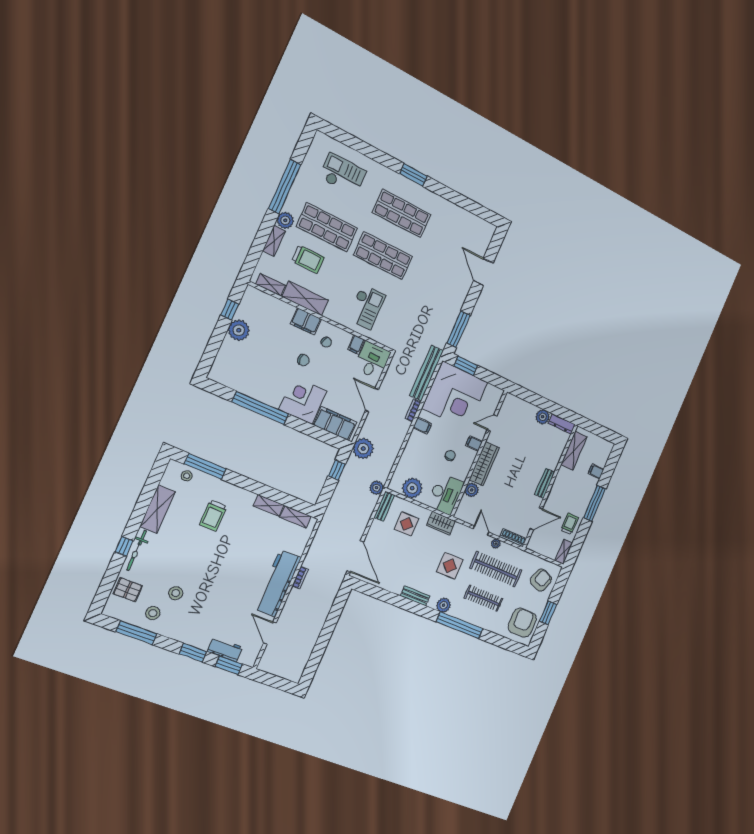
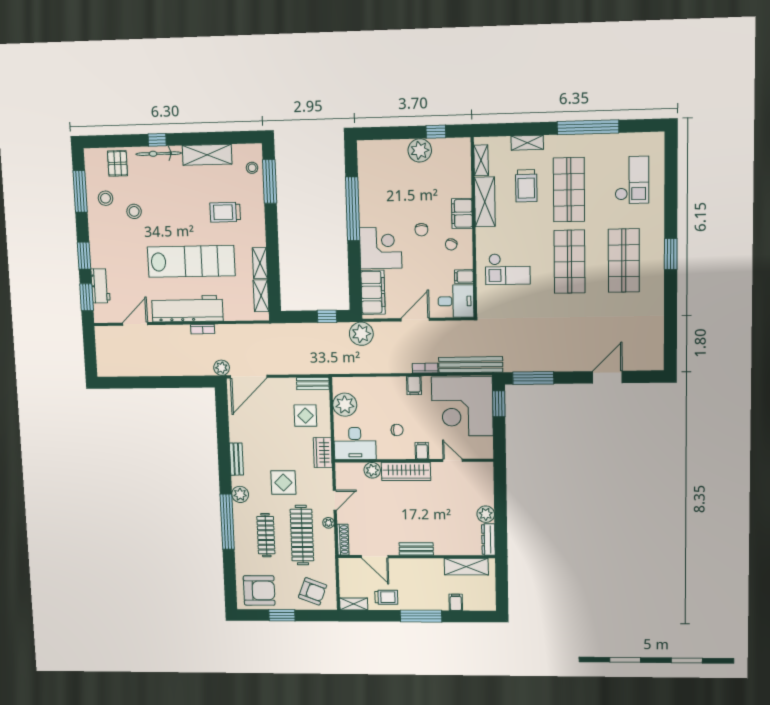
plant: (285, 220) -> (554, 144), removed
plant: (377, 488) -> (222, 368), moved
lab bench: (240, 563) -> (191, 261), added

